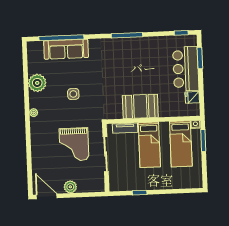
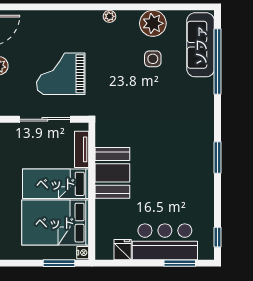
window: (127, 35) -> (218, 158), width x0.69
sofa: (66, 49) -> (201, 45), moved
side table: (73, 94) -> (153, 59), moved
bed: (181, 144) -> (55, 223), width x1.50

